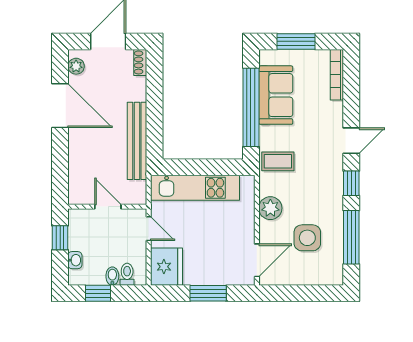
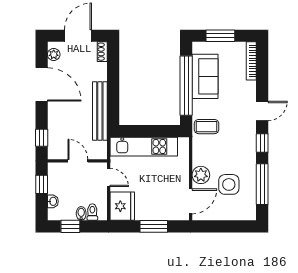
window: (60, 176) -> (42, 138), added
plant: (270, 208) -> (201, 175), moved

